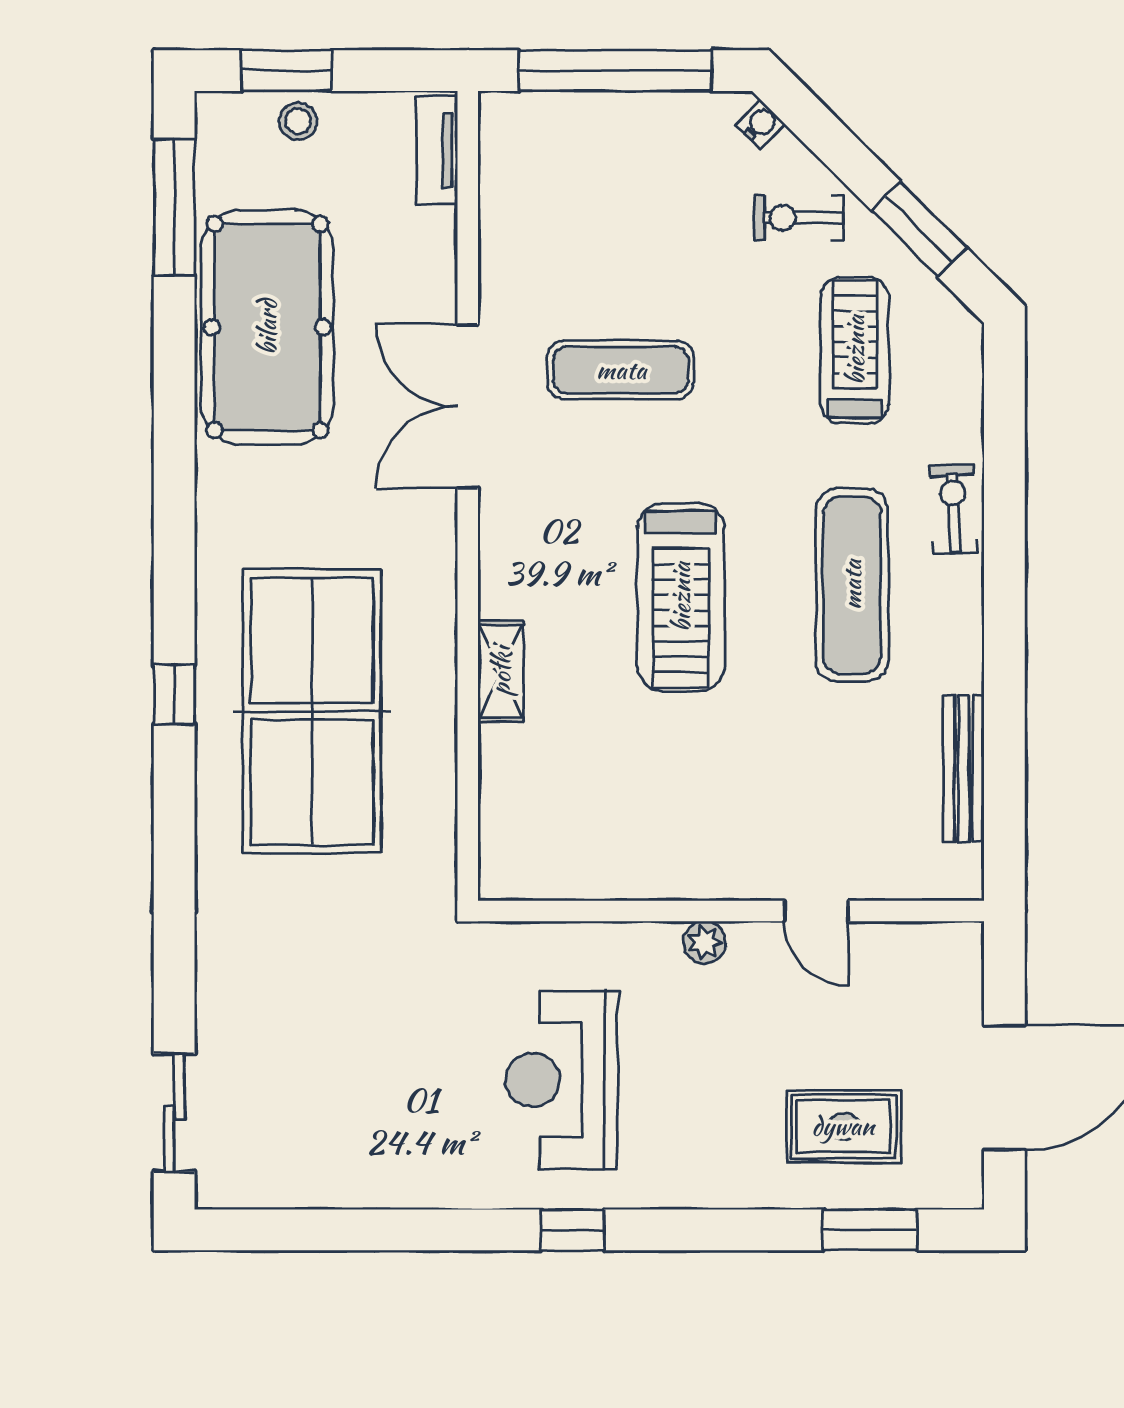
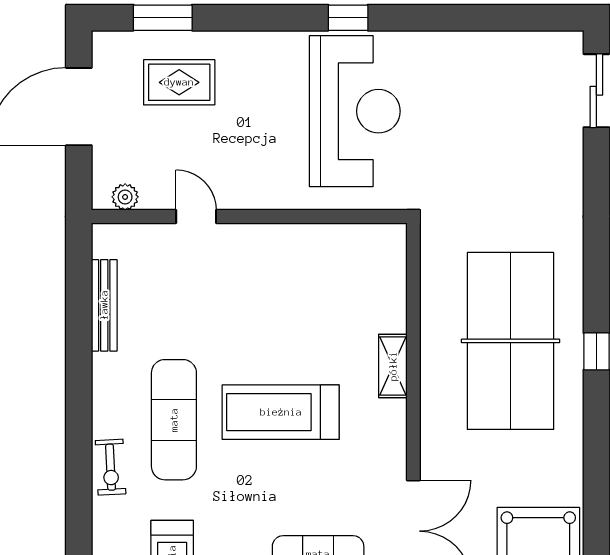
treadmill: (681, 597) -> (281, 412), turned -90
plant: (704, 942) -> (125, 197), moved
reception desk: (562, 1080) -> (355, 111), width x1.36, depth x1.30

